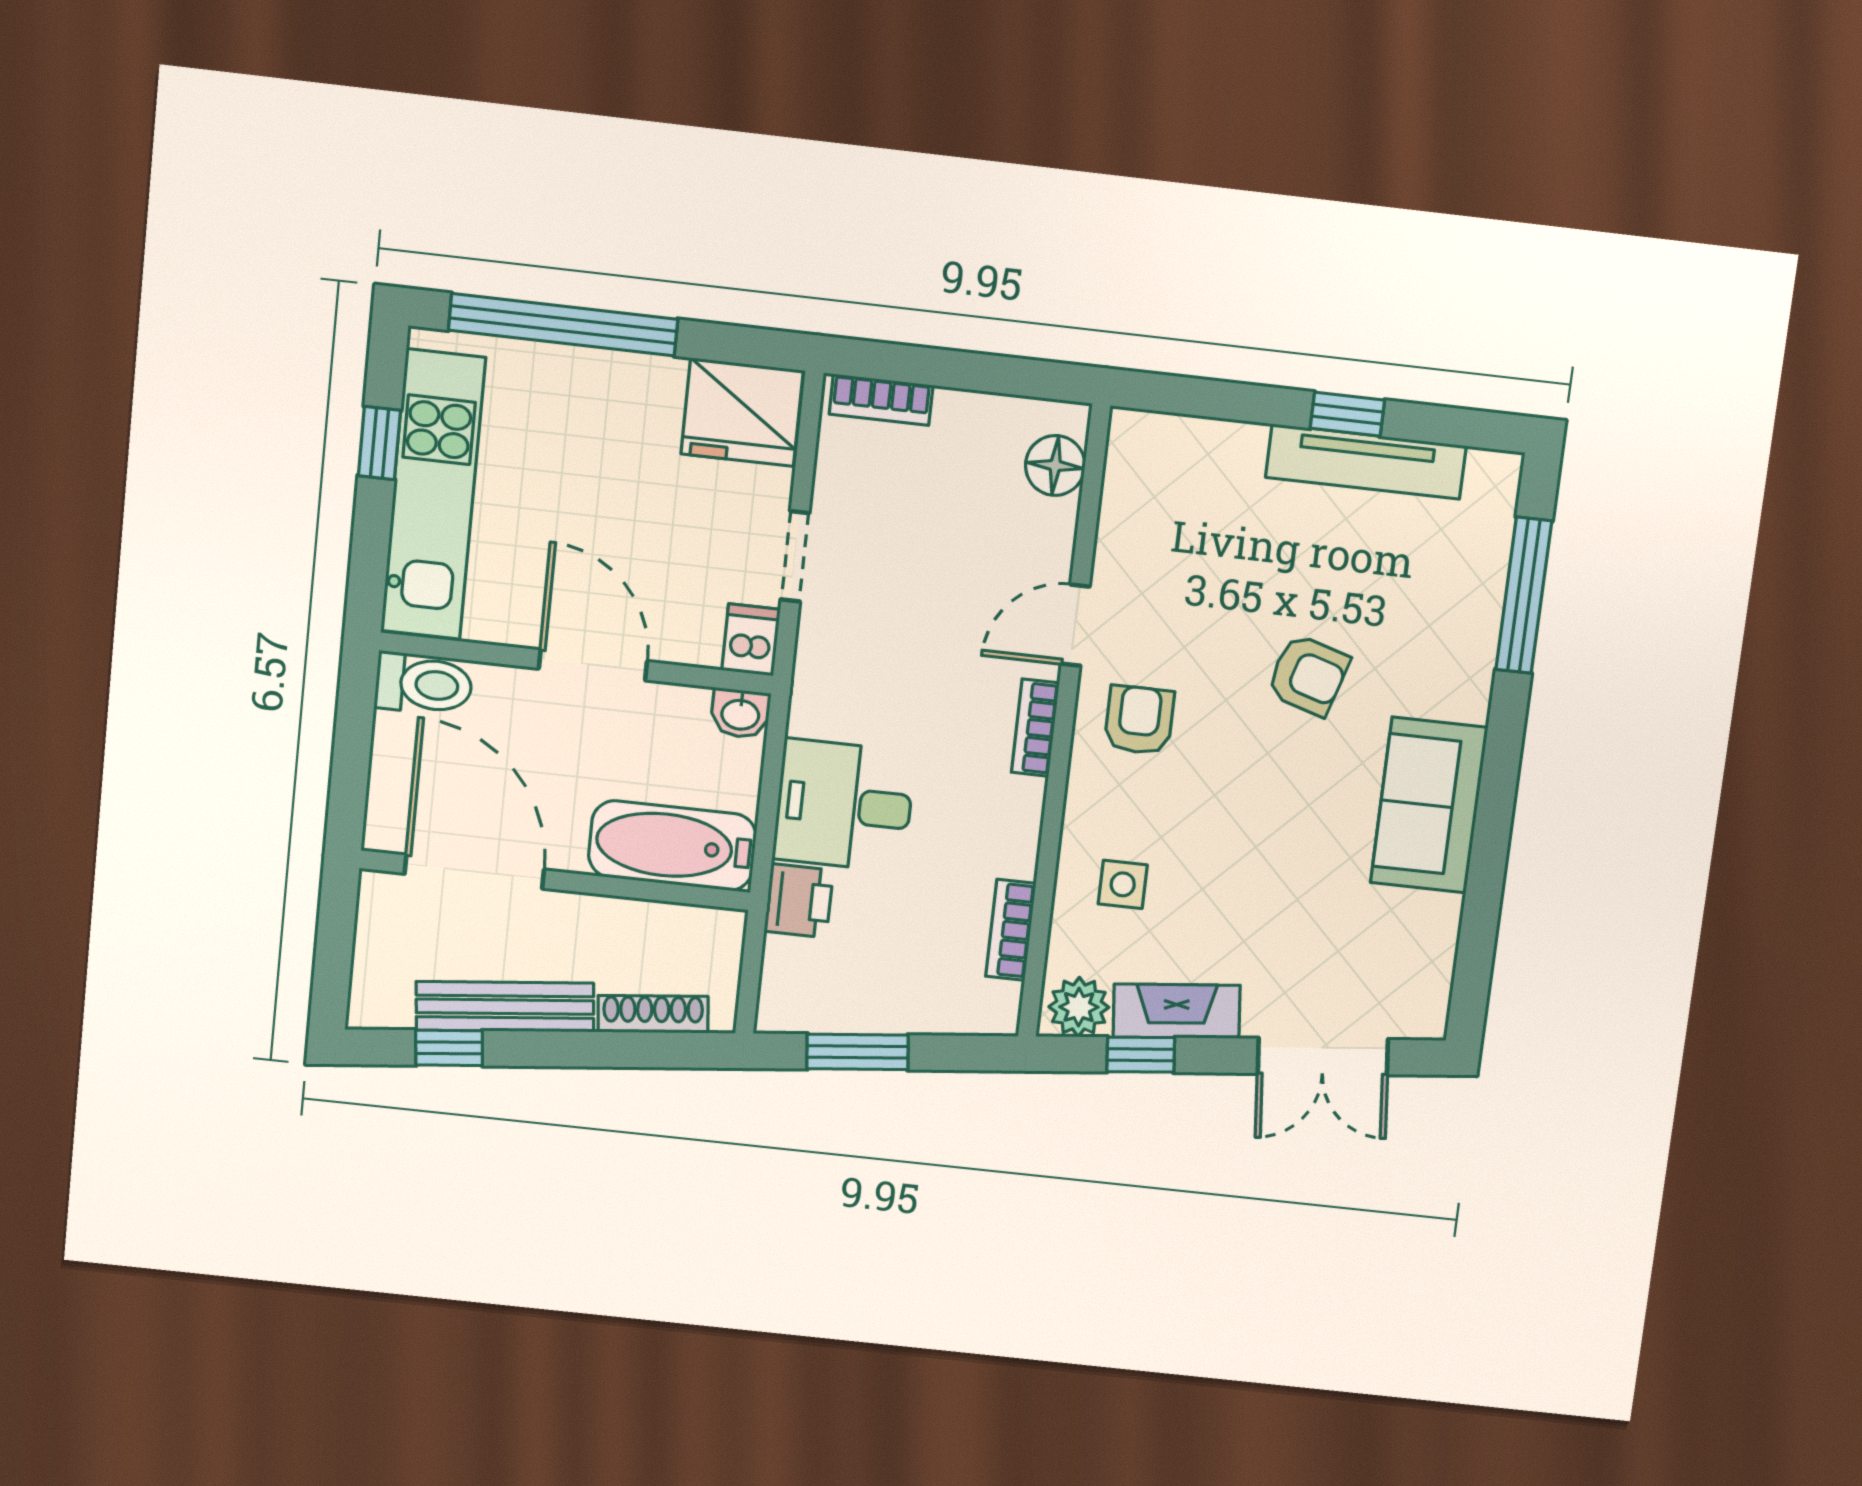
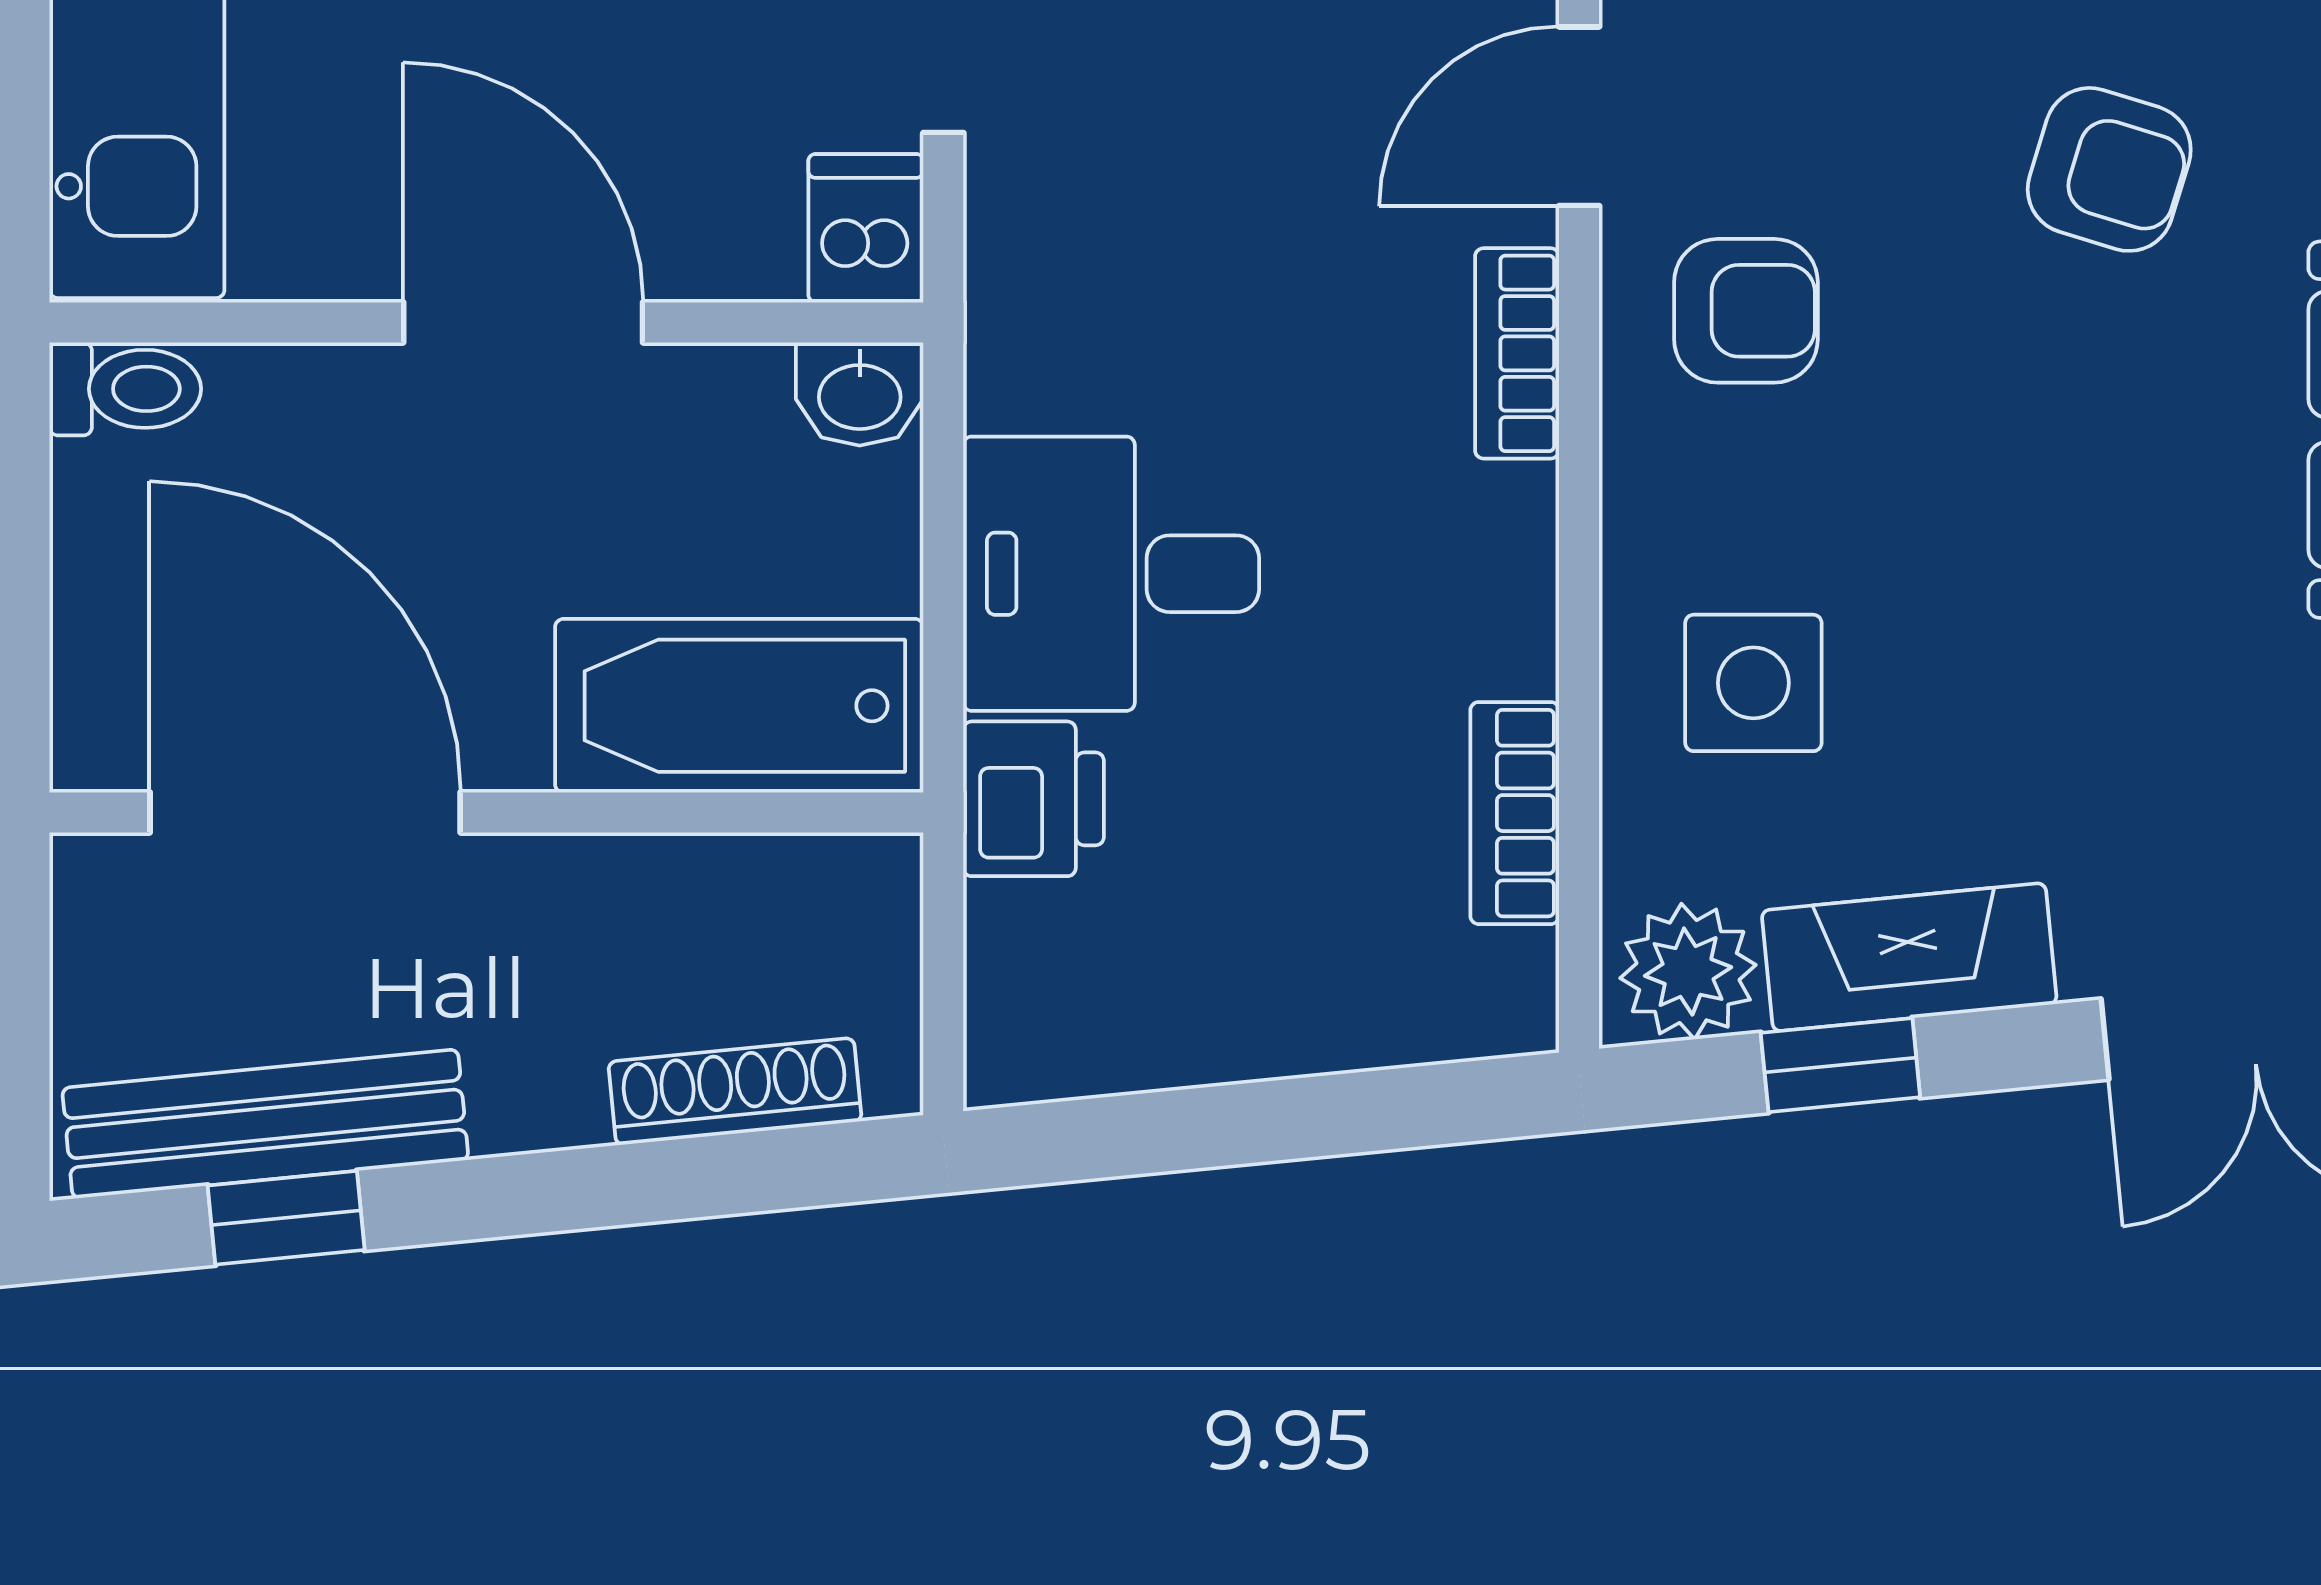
toilet: (424, 684) -> (125, 389), width x0.73, depth x0.72
armchair: (1139, 720) -> (1746, 311), turned 90
side table: (1123, 884) -> (1753, 683), width x1.37, depth x1.37
bench: (505, 1007) -> (265, 1124), moved
window: (858, 1052) -> (1202, 1128), removed

